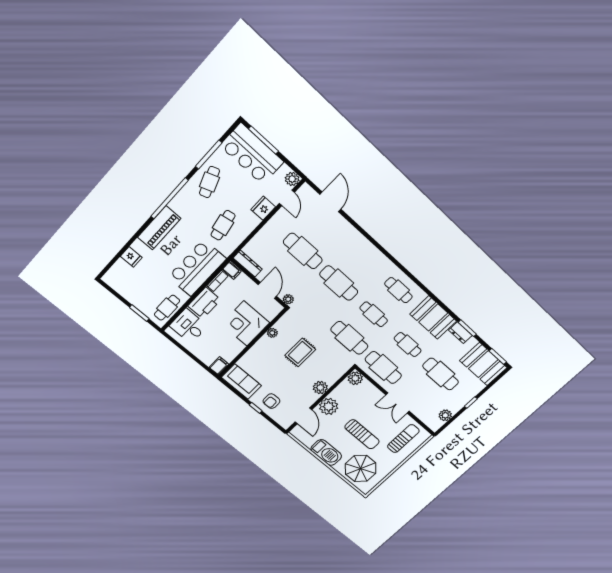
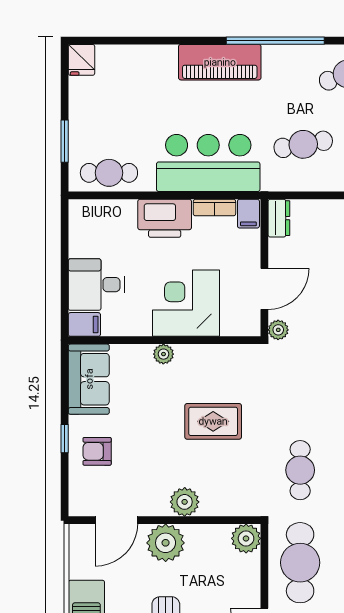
fridge: (131, 257) -> (81, 60), moved
dresser: (248, 264) -> (279, 218), width x0.70
desk: (189, 326) -> (96, 285), moved, turned -90
plant: (272, 333) -> (163, 354), moved
cafe table: (349, 338) -> (300, 470), width x0.73, depth x0.74

